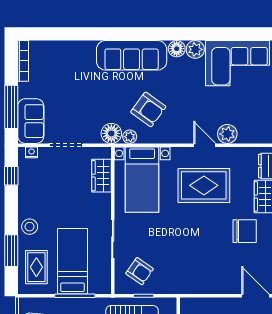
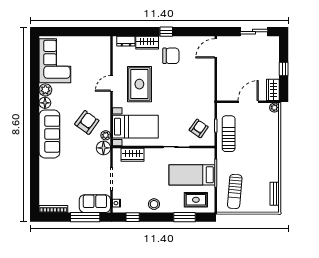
plant: (227, 134) -> (104, 68), removed
stool: (30, 227) -> (154, 204), moved
chair: (245, 231) -> (171, 56), turned 90

